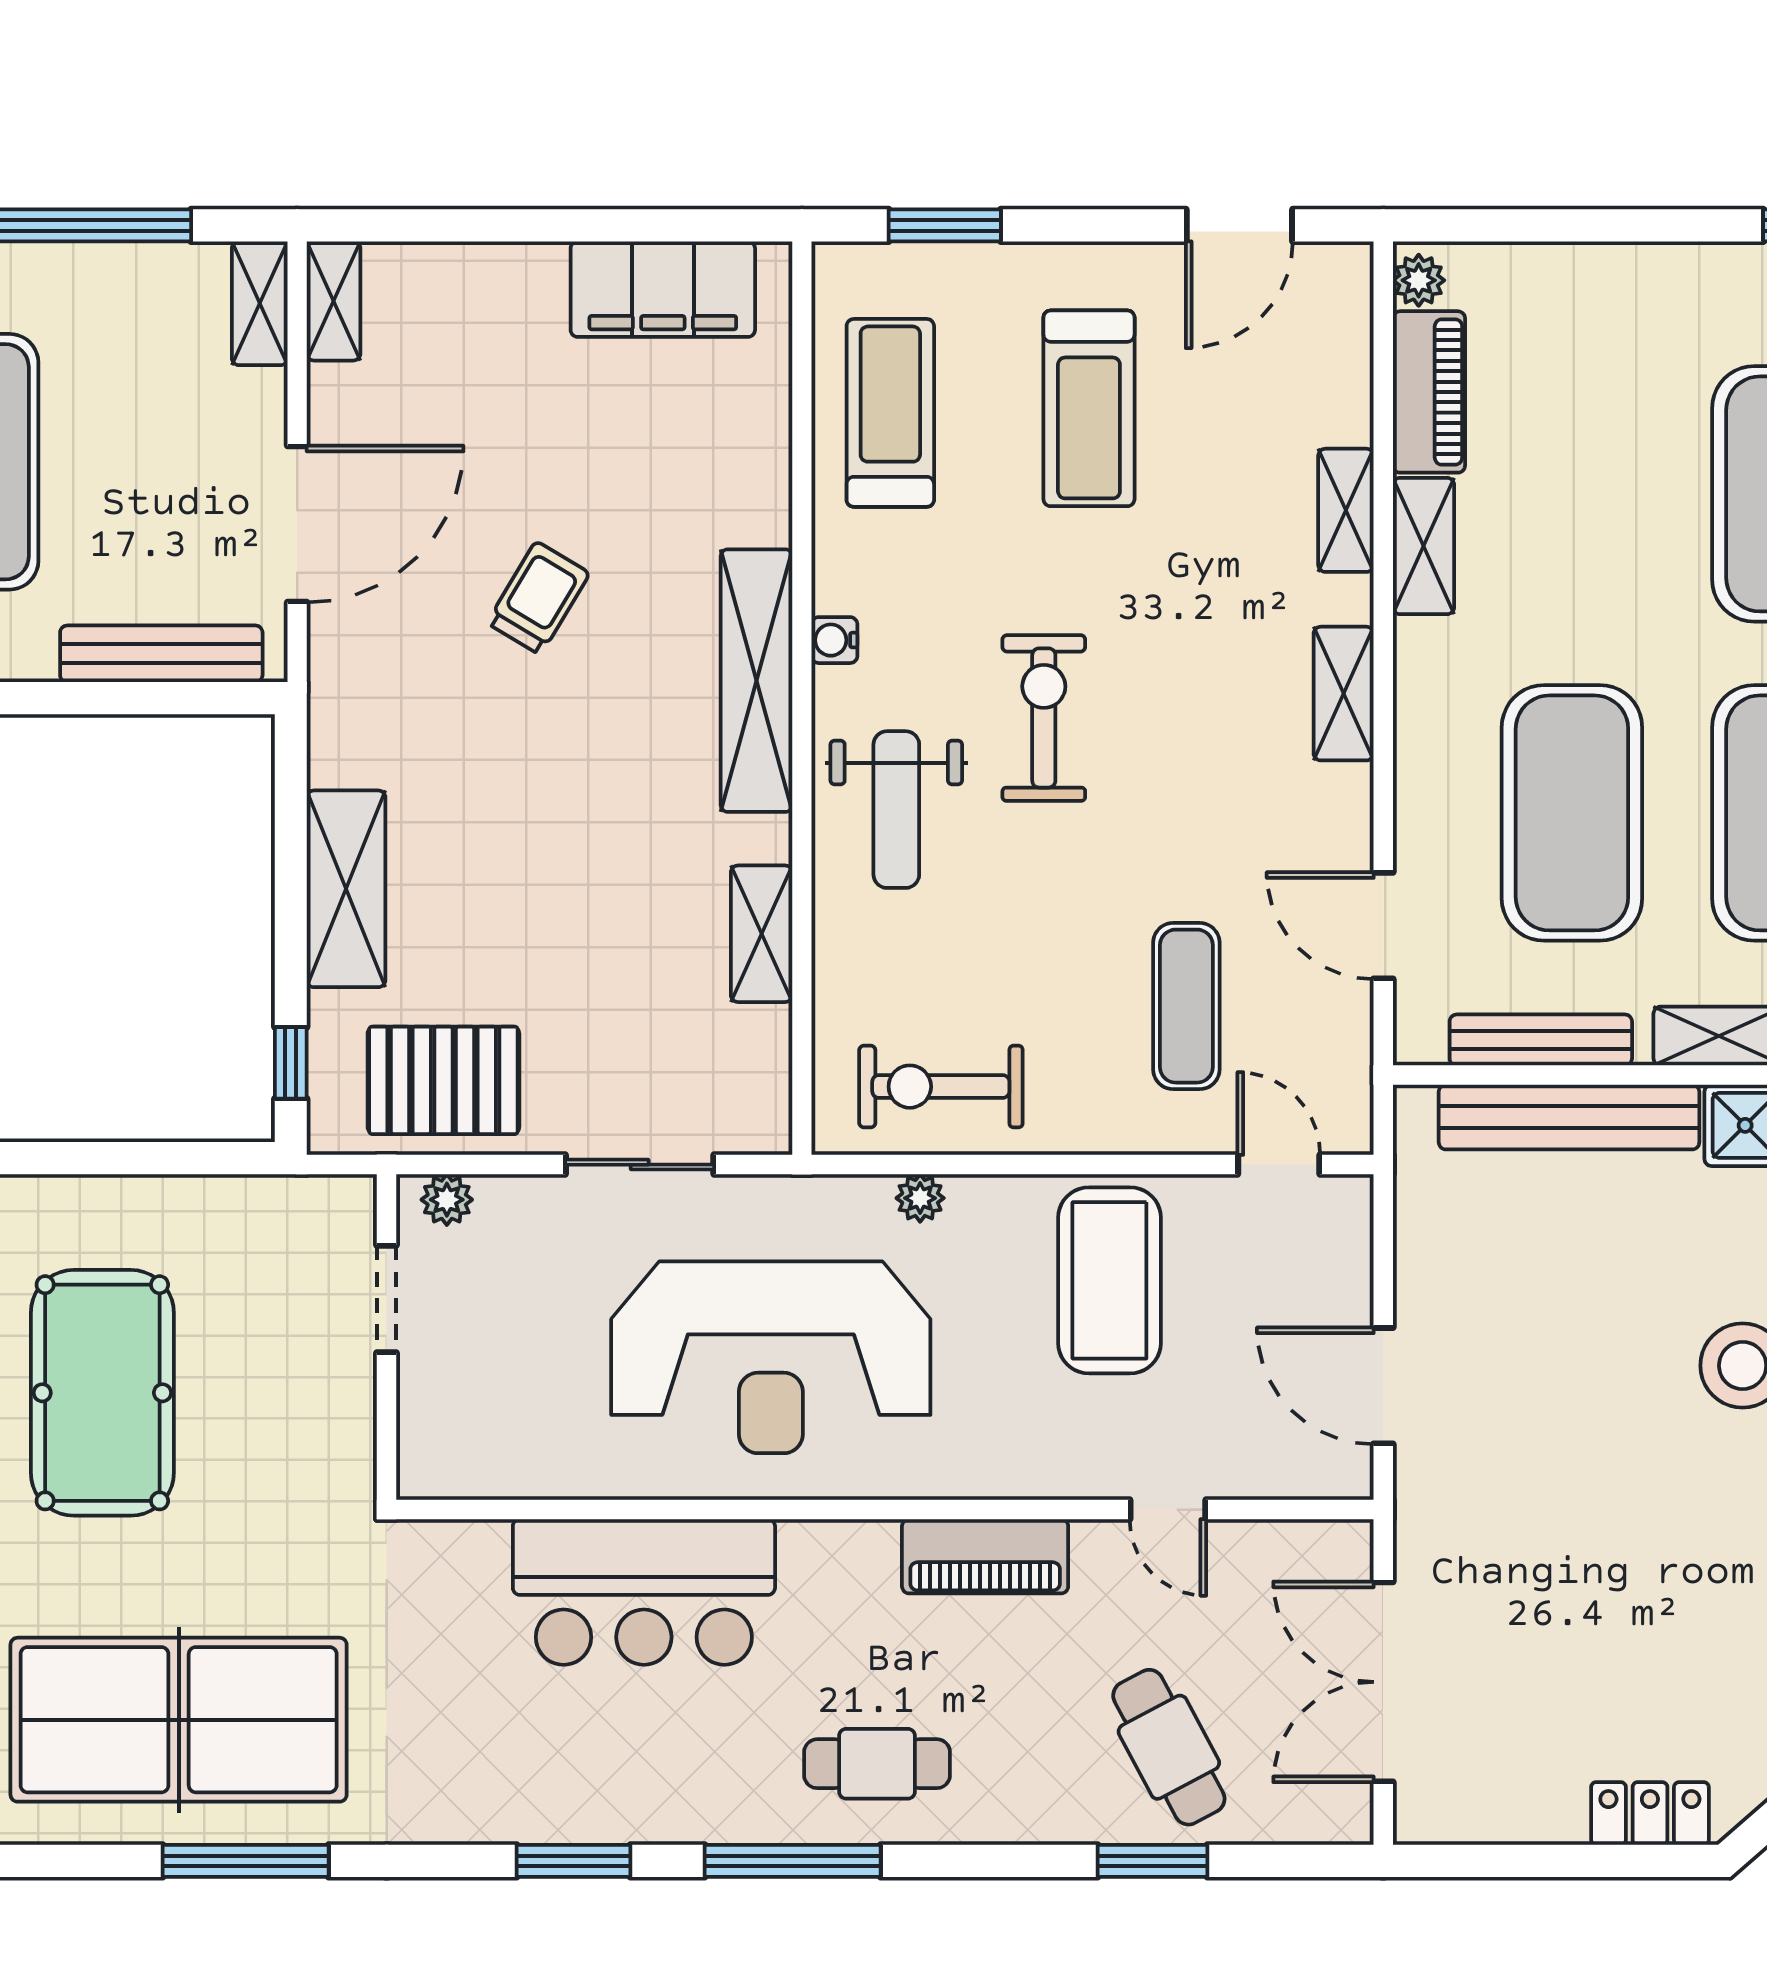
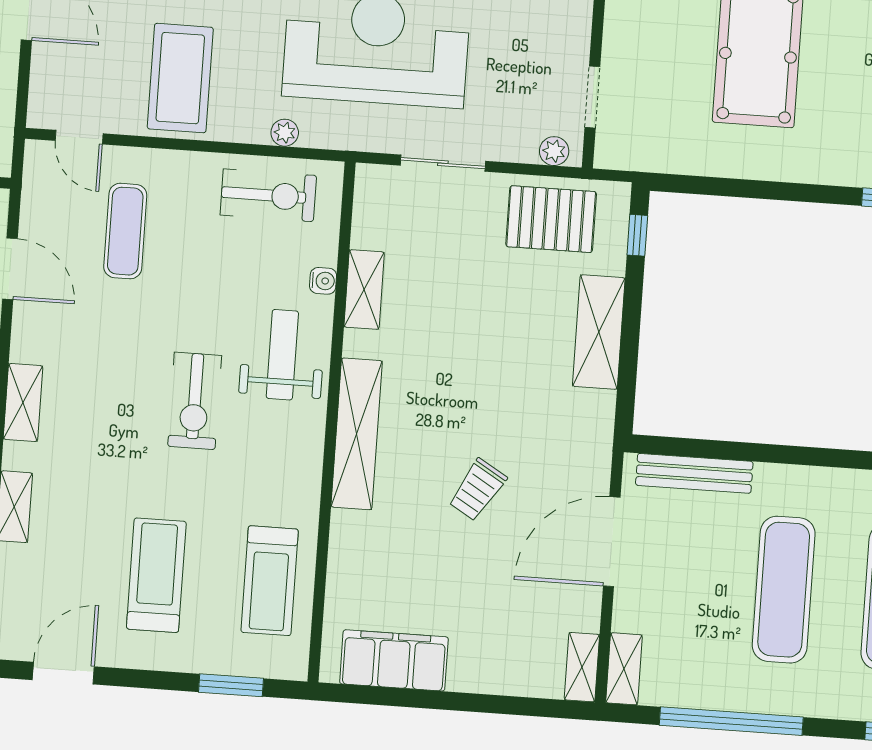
water cooler: (834, 640) -> (323, 281), moved

